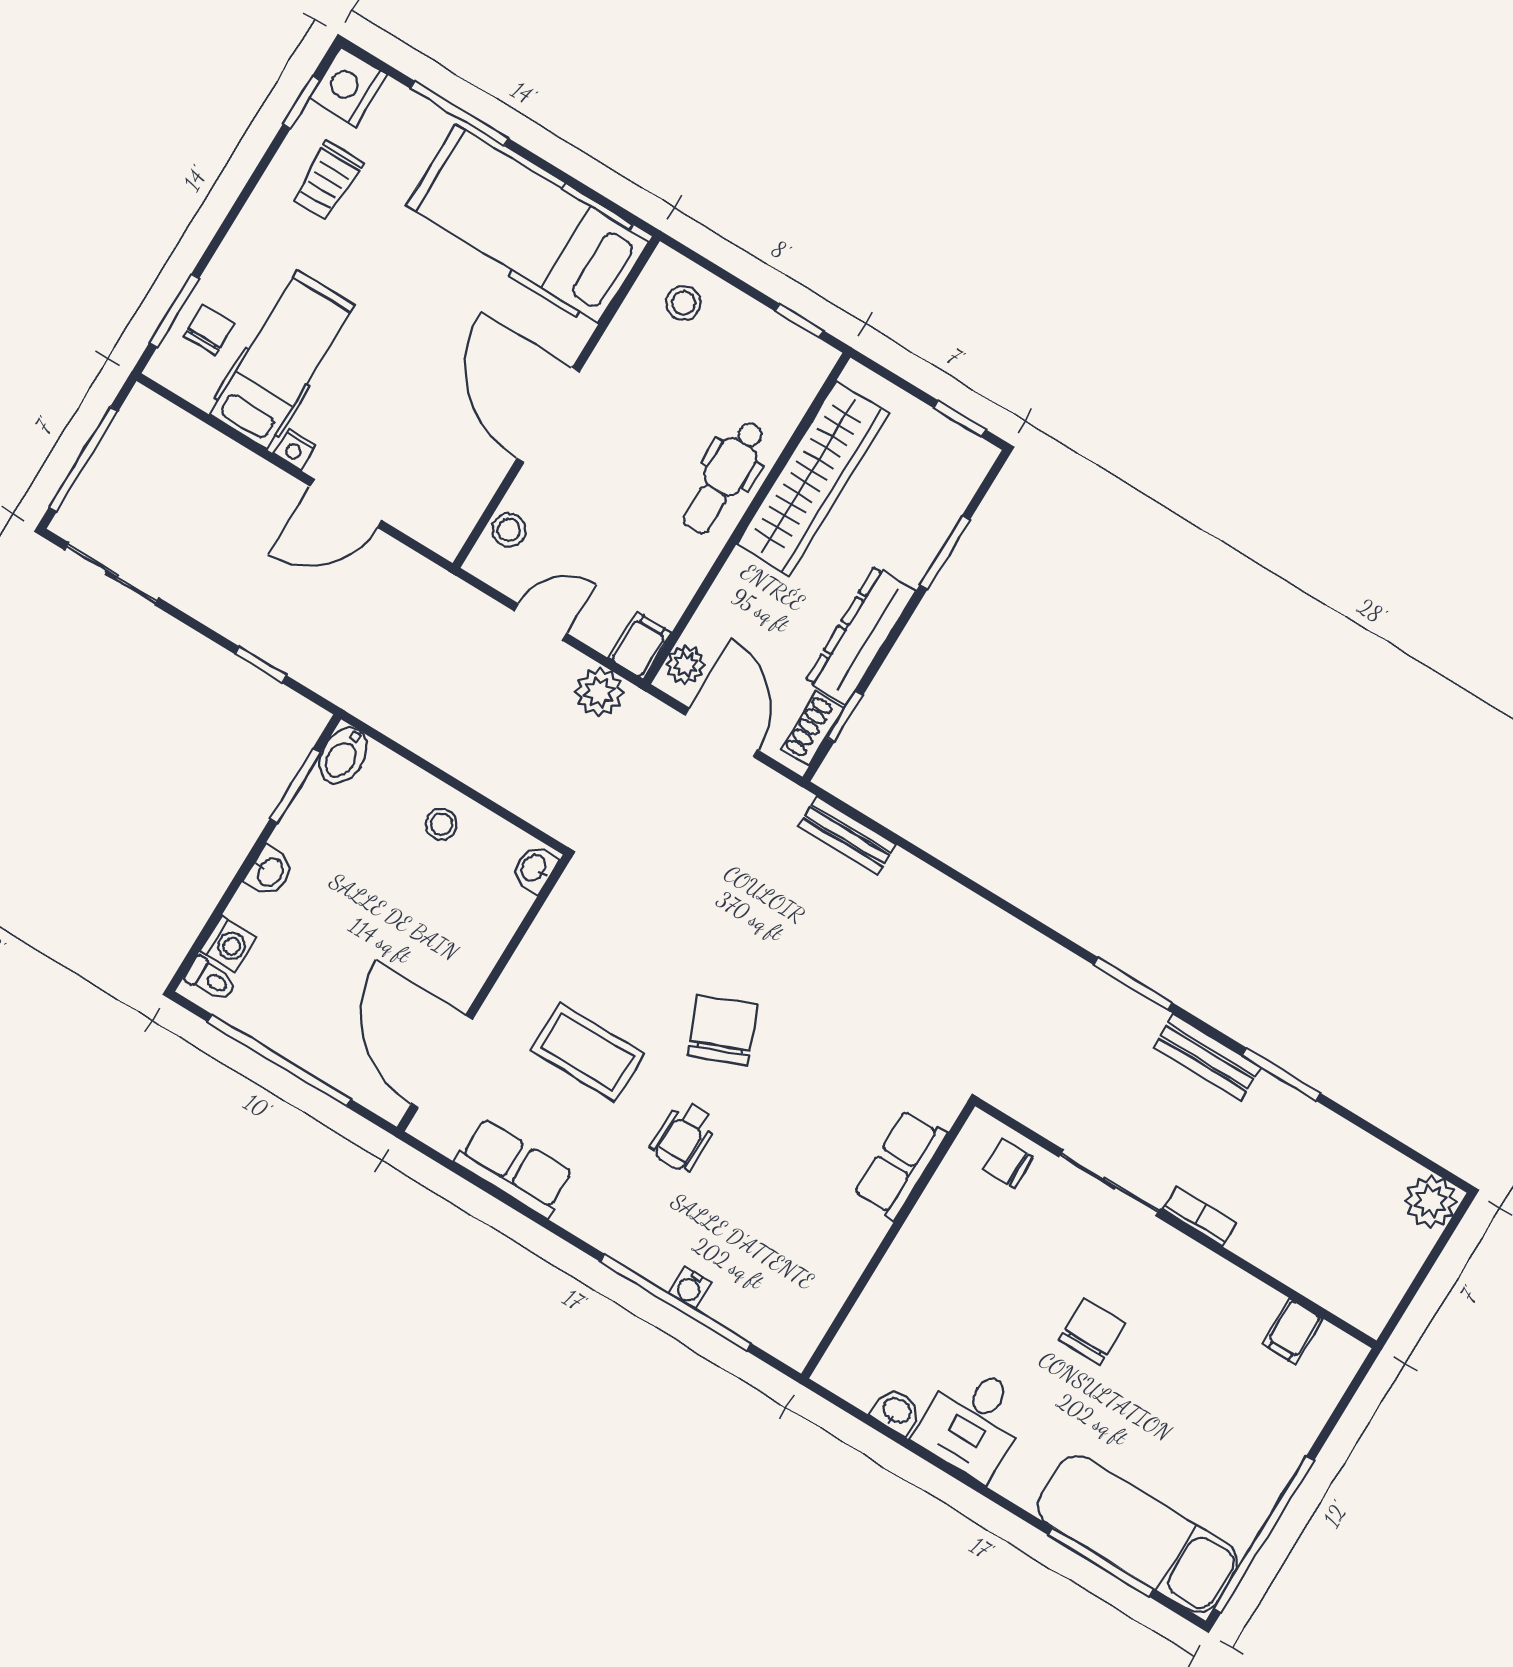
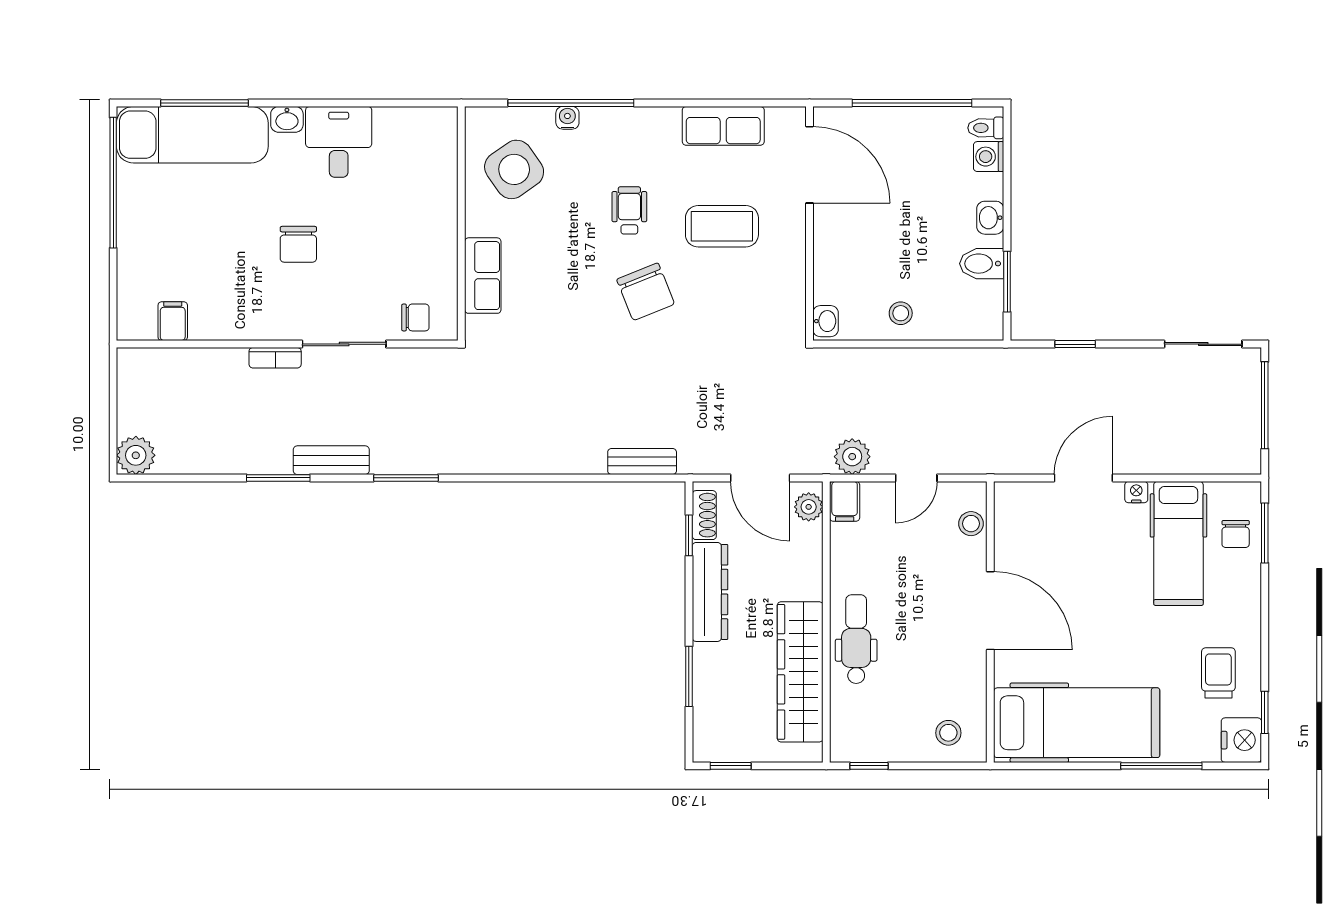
bidet: (343, 756) -> (982, 264), moved, turned -90
side table: (788, 1265) -> (514, 169), added
washbasin: (897, 1411) -> (287, 119), moved

